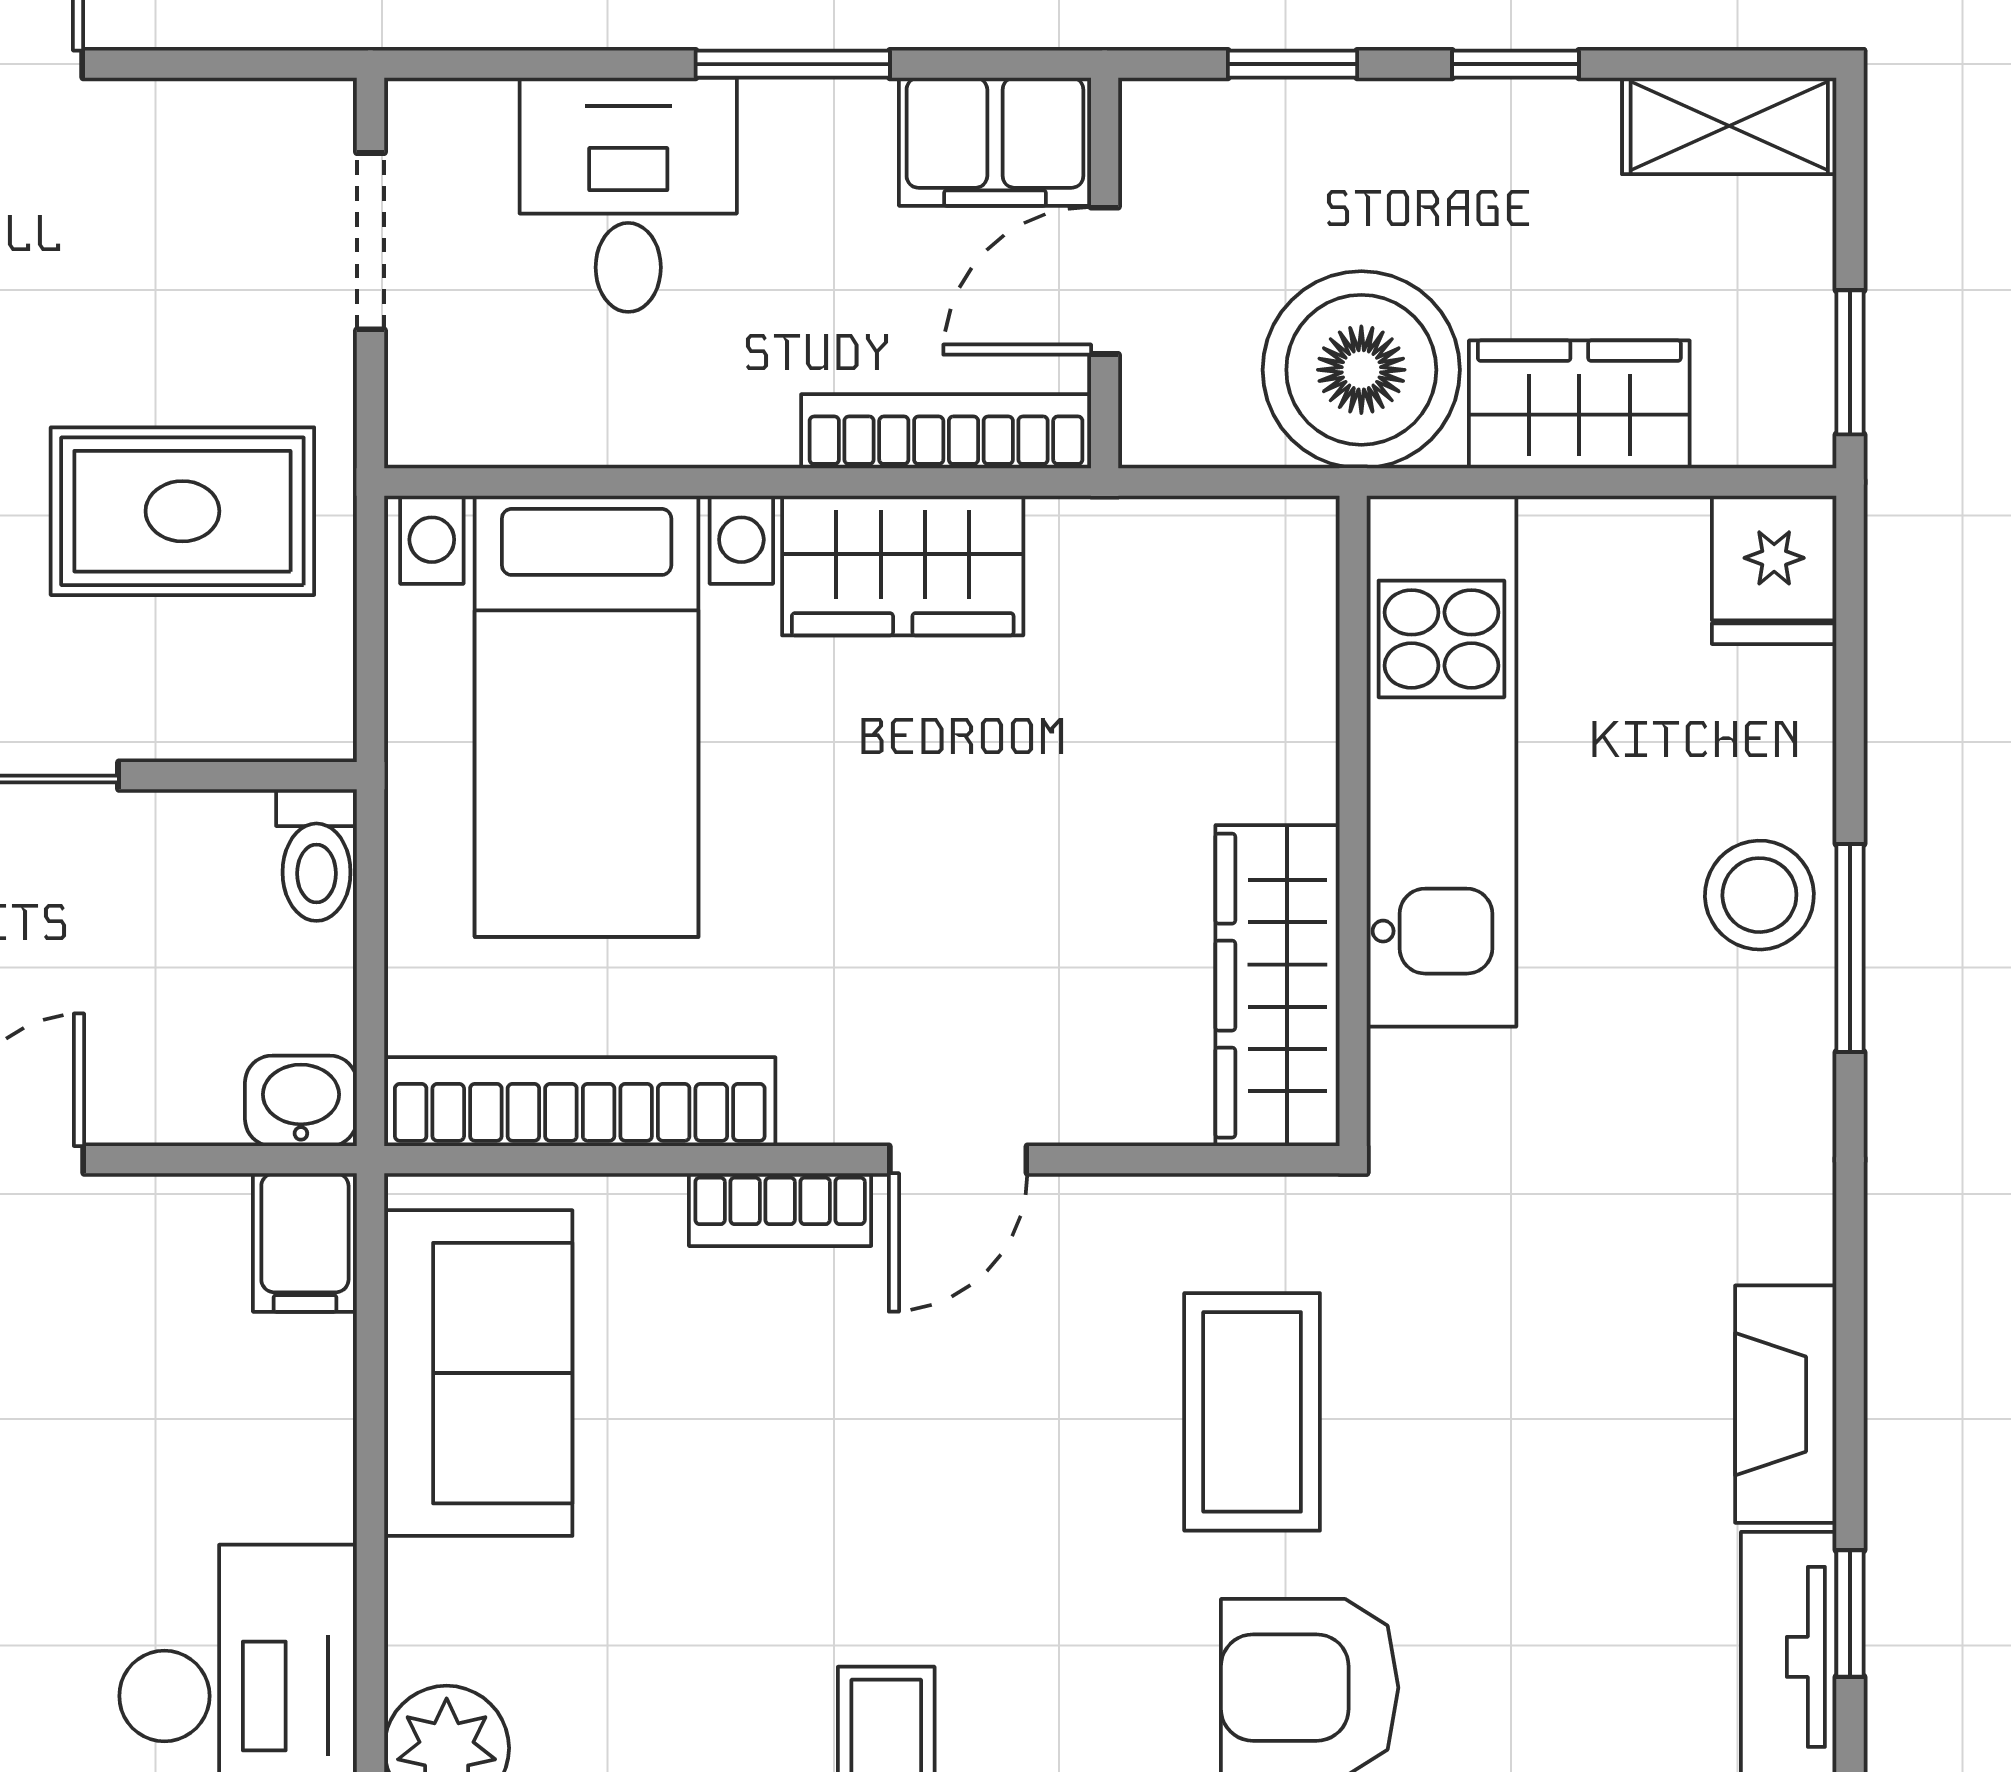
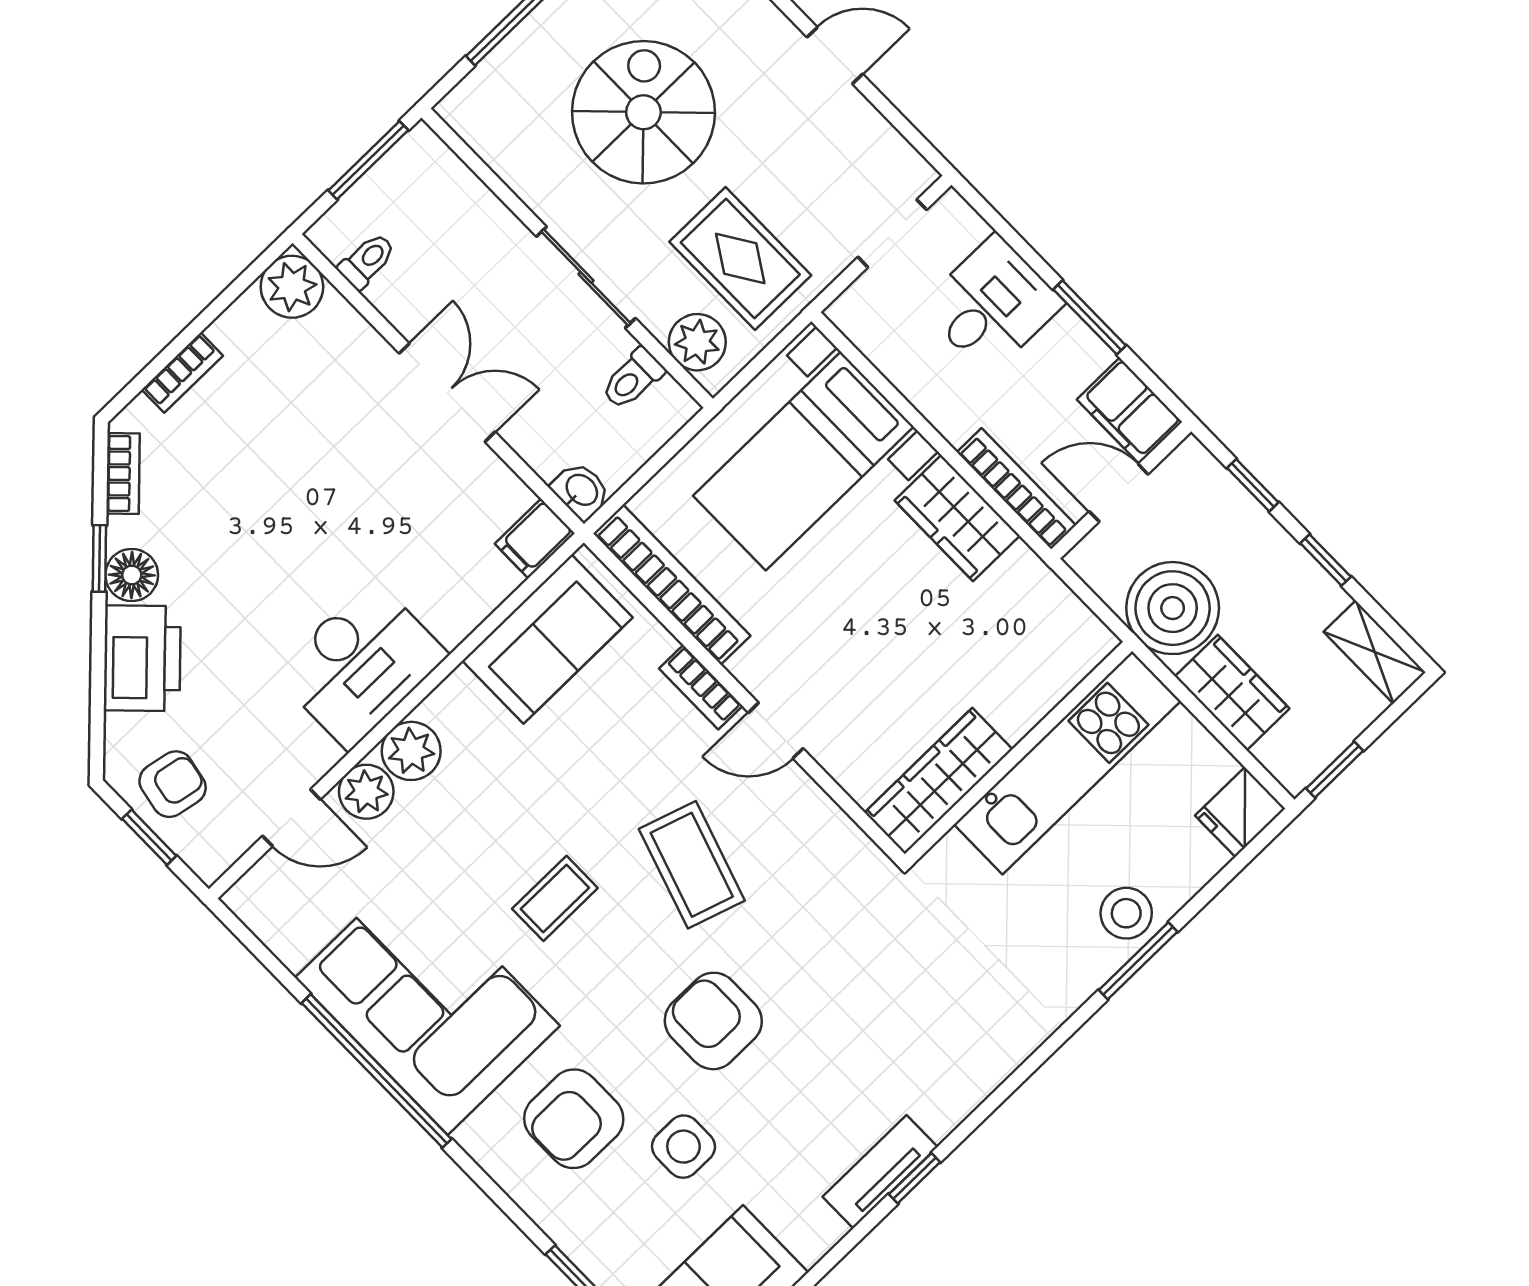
plant: (247, 702) -> (697, 342), added
toilet: (316, 855) -> (633, 379), moved
fireplace: (1786, 1404) -> (964, 1088), removed
coffee table: (1252, 1412) -> (692, 865), moved, turned -72

